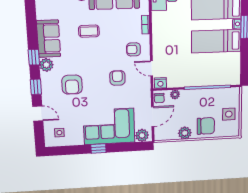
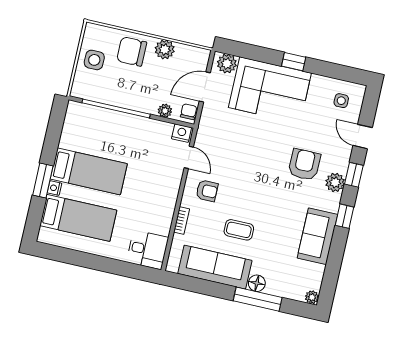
coffee table: (89, 31) -> (239, 230), moved
plant: (46, 65) -> (335, 182), moved
armchair: (117, 78) -> (240, 157), removed

